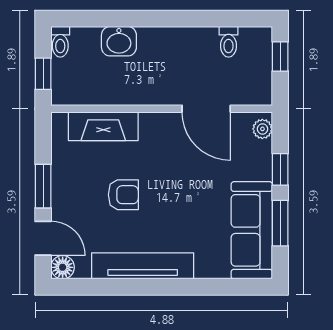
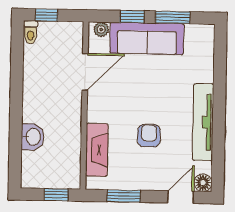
toilet: (60, 42) -> (32, 181), removed
toilet: (229, 42) -> (31, 32), moved, turned 90
window: (43, 186) -> (124, 196), moved
sofa: (252, 230) -> (147, 38), moved

